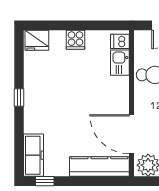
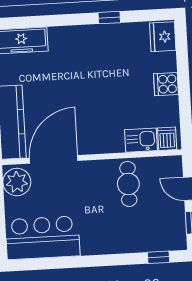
window: (19, 98) -> (109, 18), moved

